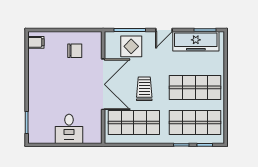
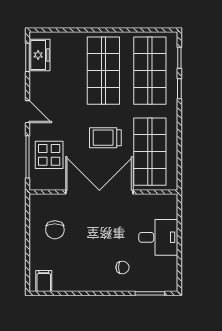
freezer: (196, 41) -> (40, 55), width x0.52, depth x0.79
chair: (75, 51) -> (55, 230), turned 180
chair: (46, 102) -> (122, 267), added

